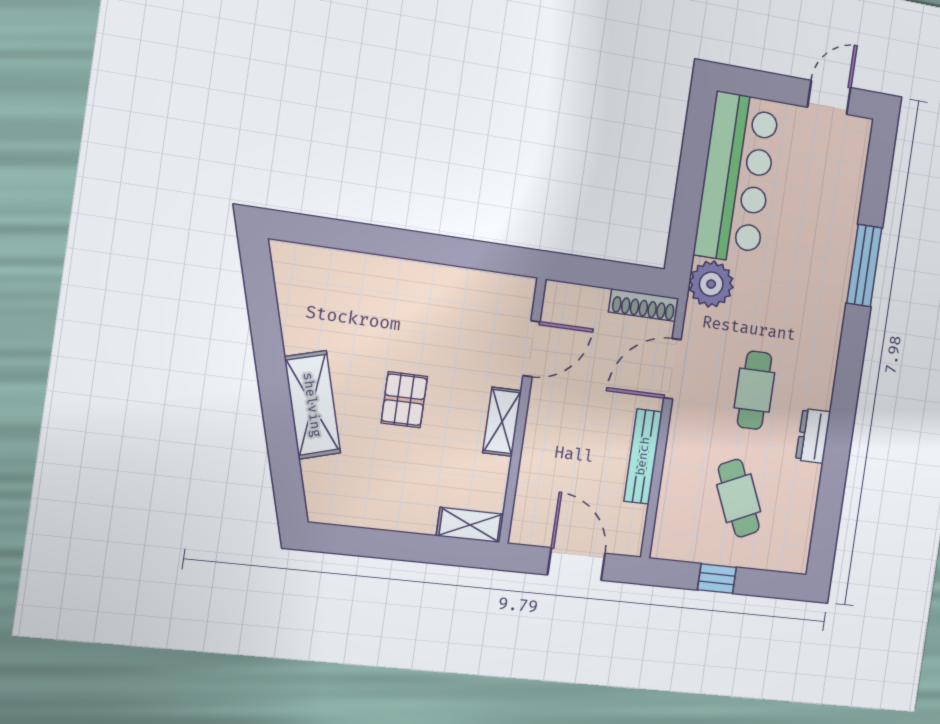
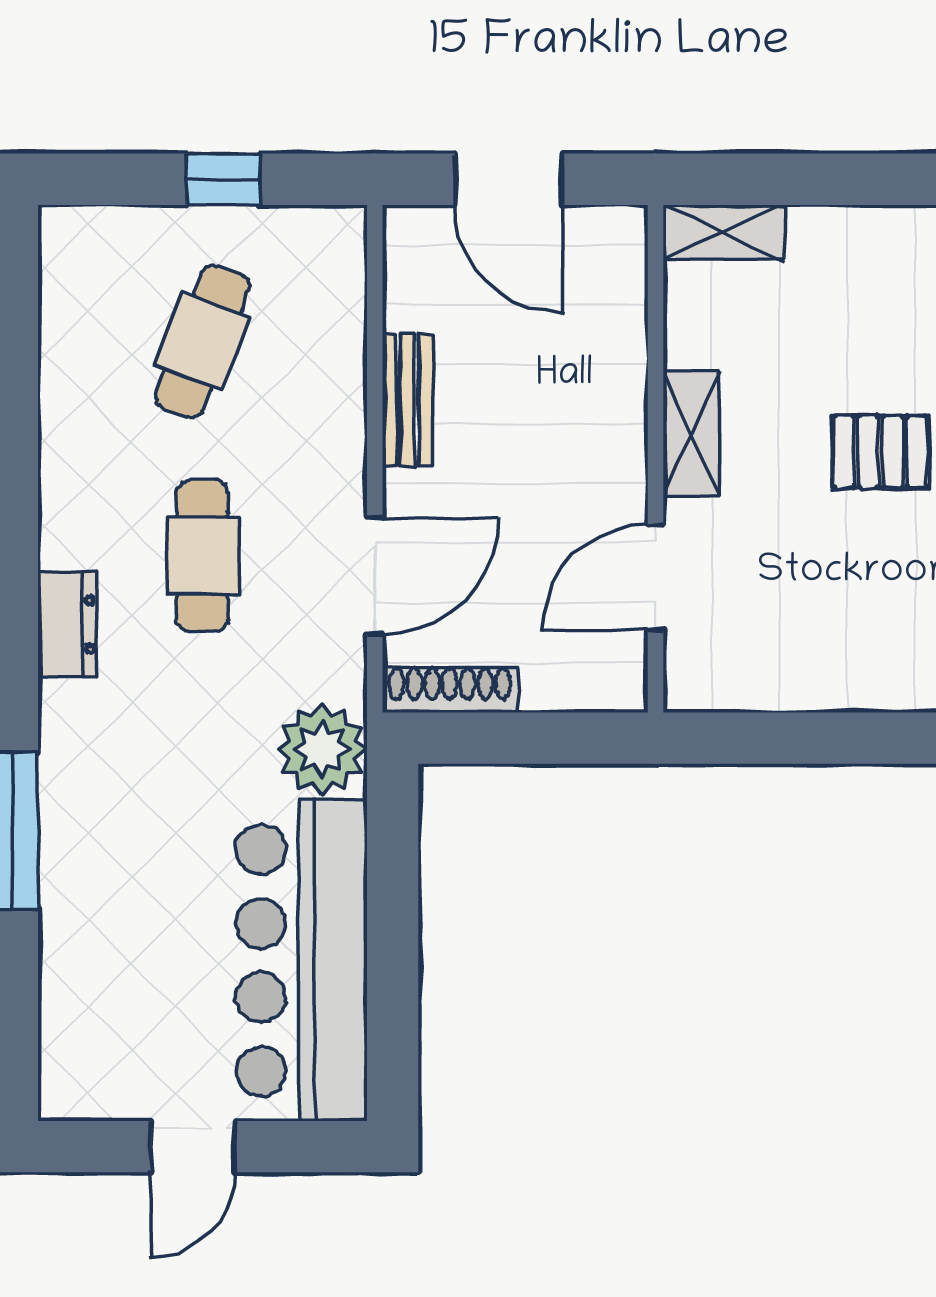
door: (829, 97) -> (193, 1147), moved
pallet: (404, 400) -> (880, 452), turned 90
dresser: (813, 436) -> (67, 625), moved
bench: (643, 456) -> (408, 400), width x0.73
cafe table: (739, 498) -> (202, 341), turned 45

